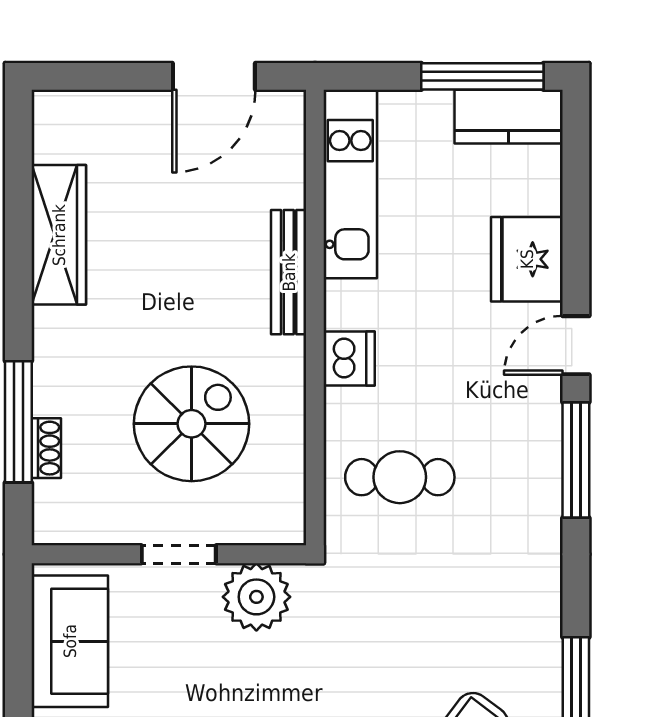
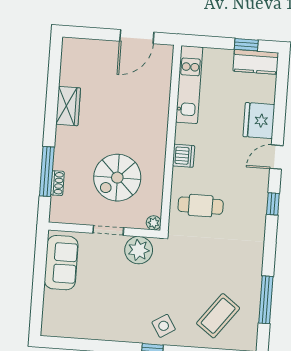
window: (482, 76) -> (246, 45), width x0.46
wardrobe: (59, 235) -> (68, 106), width x0.67
bench: (289, 272) -> (161, 119), removed
spiral stairs: (192, 424) -> (117, 178), turned 180
window: (576, 460) -> (273, 204), width x0.46
plant: (288, 528) -> (154, 223), added

